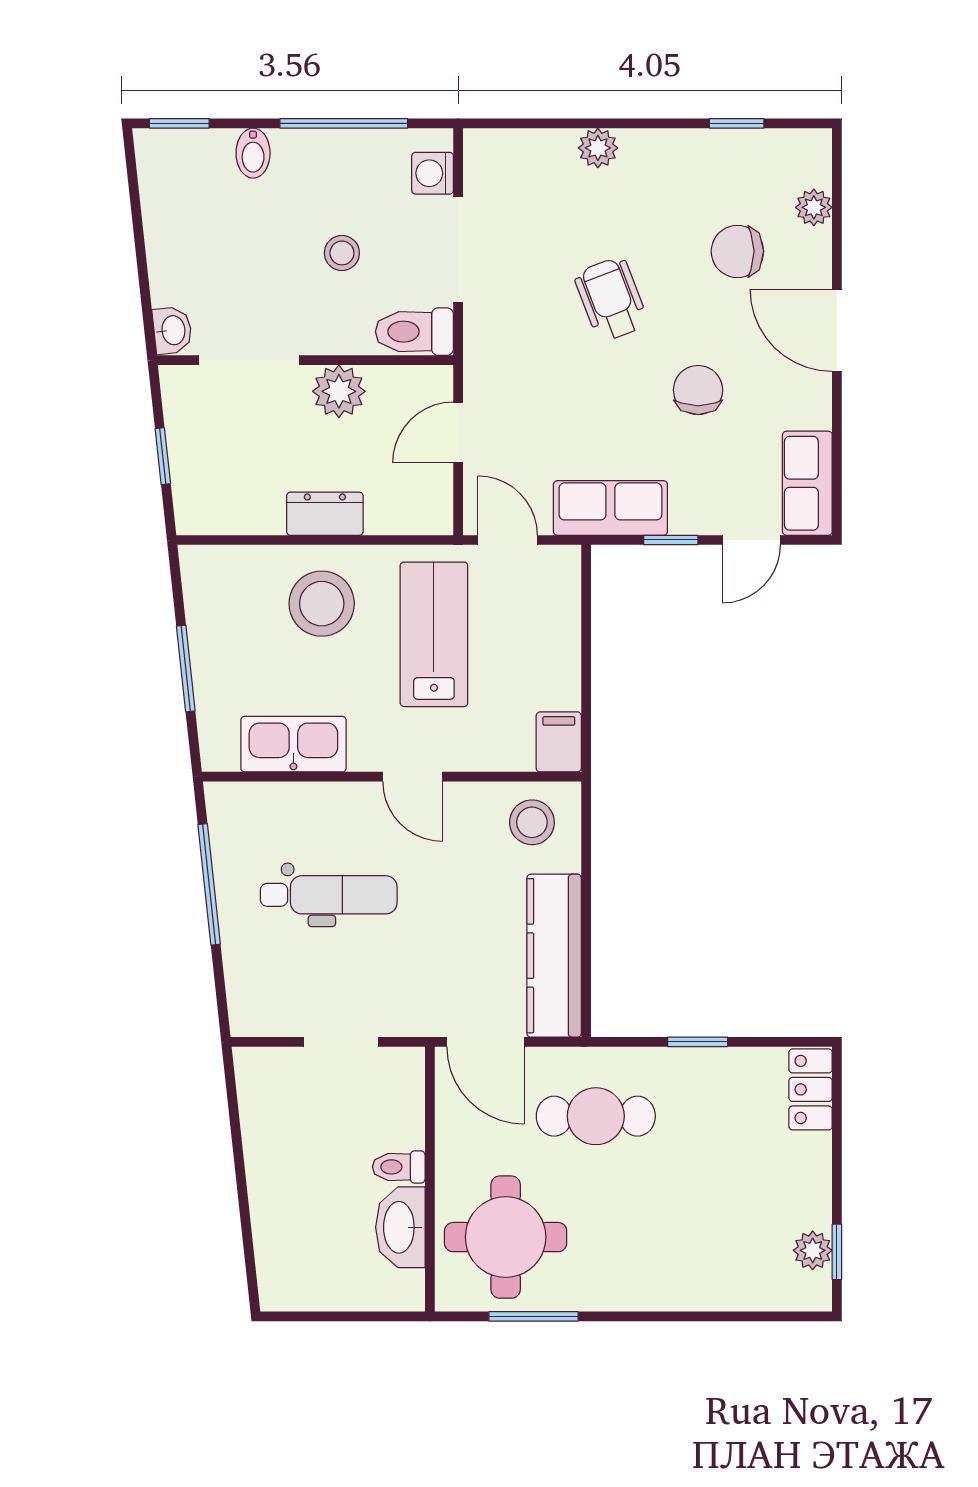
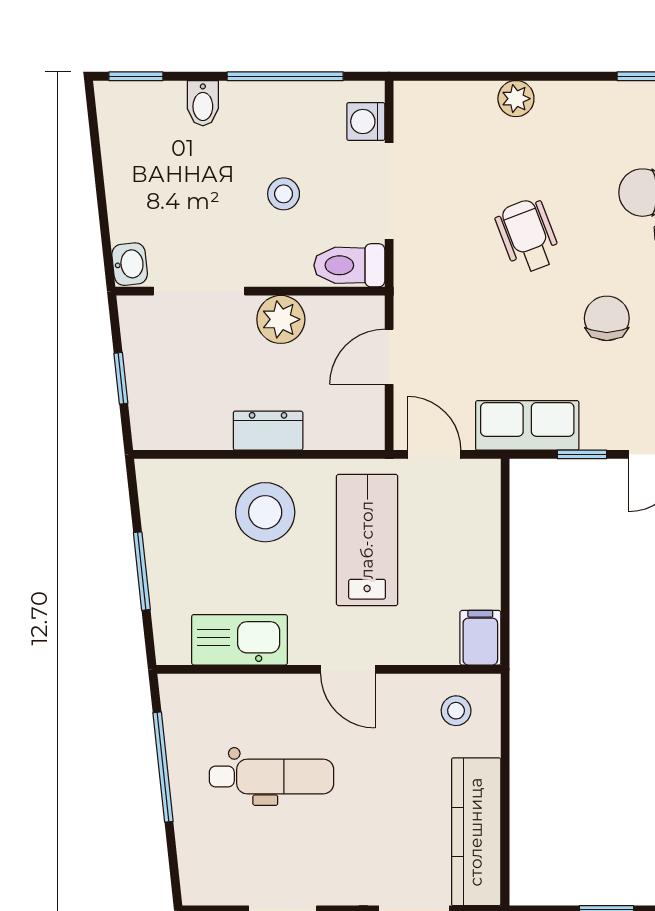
stool: (532, 822) -> (456, 711), width x0.73, depth x0.73

